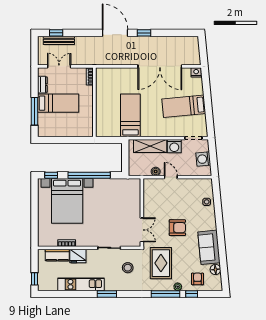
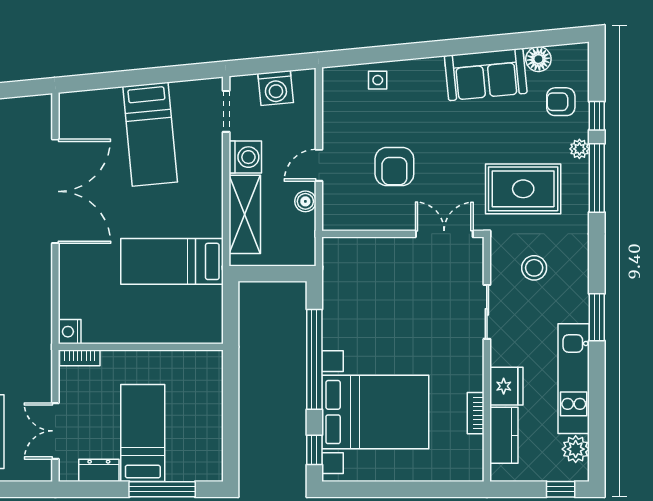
nightstand: (196, 72) -> (70, 332), moved
armchair: (177, 228) -> (394, 167), moved, turned 180
plant: (51, 285) -> (576, 449), added

